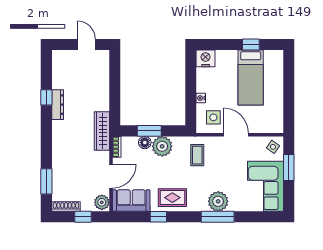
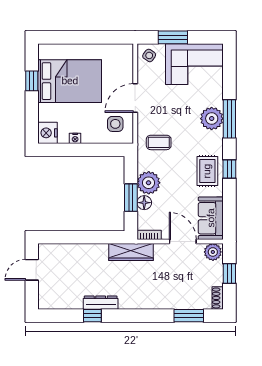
bed: (251, 78) -> (70, 81), width x1.50
nightstand: (201, 98) -> (75, 138), moved
shoe rack: (66, 206) -> (218, 298), width x0.70
window: (158, 217) -> (229, 169), moved

